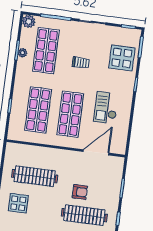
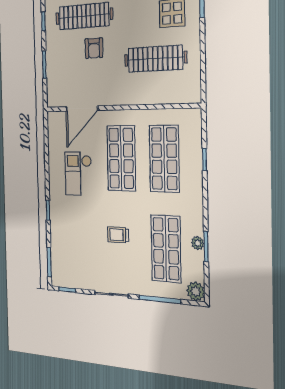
display table: (122, 58) -> (69, 246), removed
checkout: (106, 108) -> (78, 174), turned 180
armchair: (80, 192) -> (94, 48), turned -90

